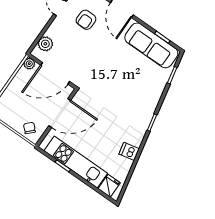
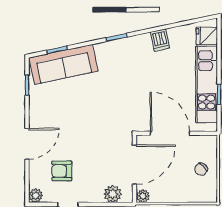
armchair: (86, 20) -> (62, 171), turned 180
sofa: (151, 45) -> (63, 64), moved, turned 78
door: (55, 73) -> (135, 164), hinge flipped
chair: (29, 128) -> (201, 169), moved

